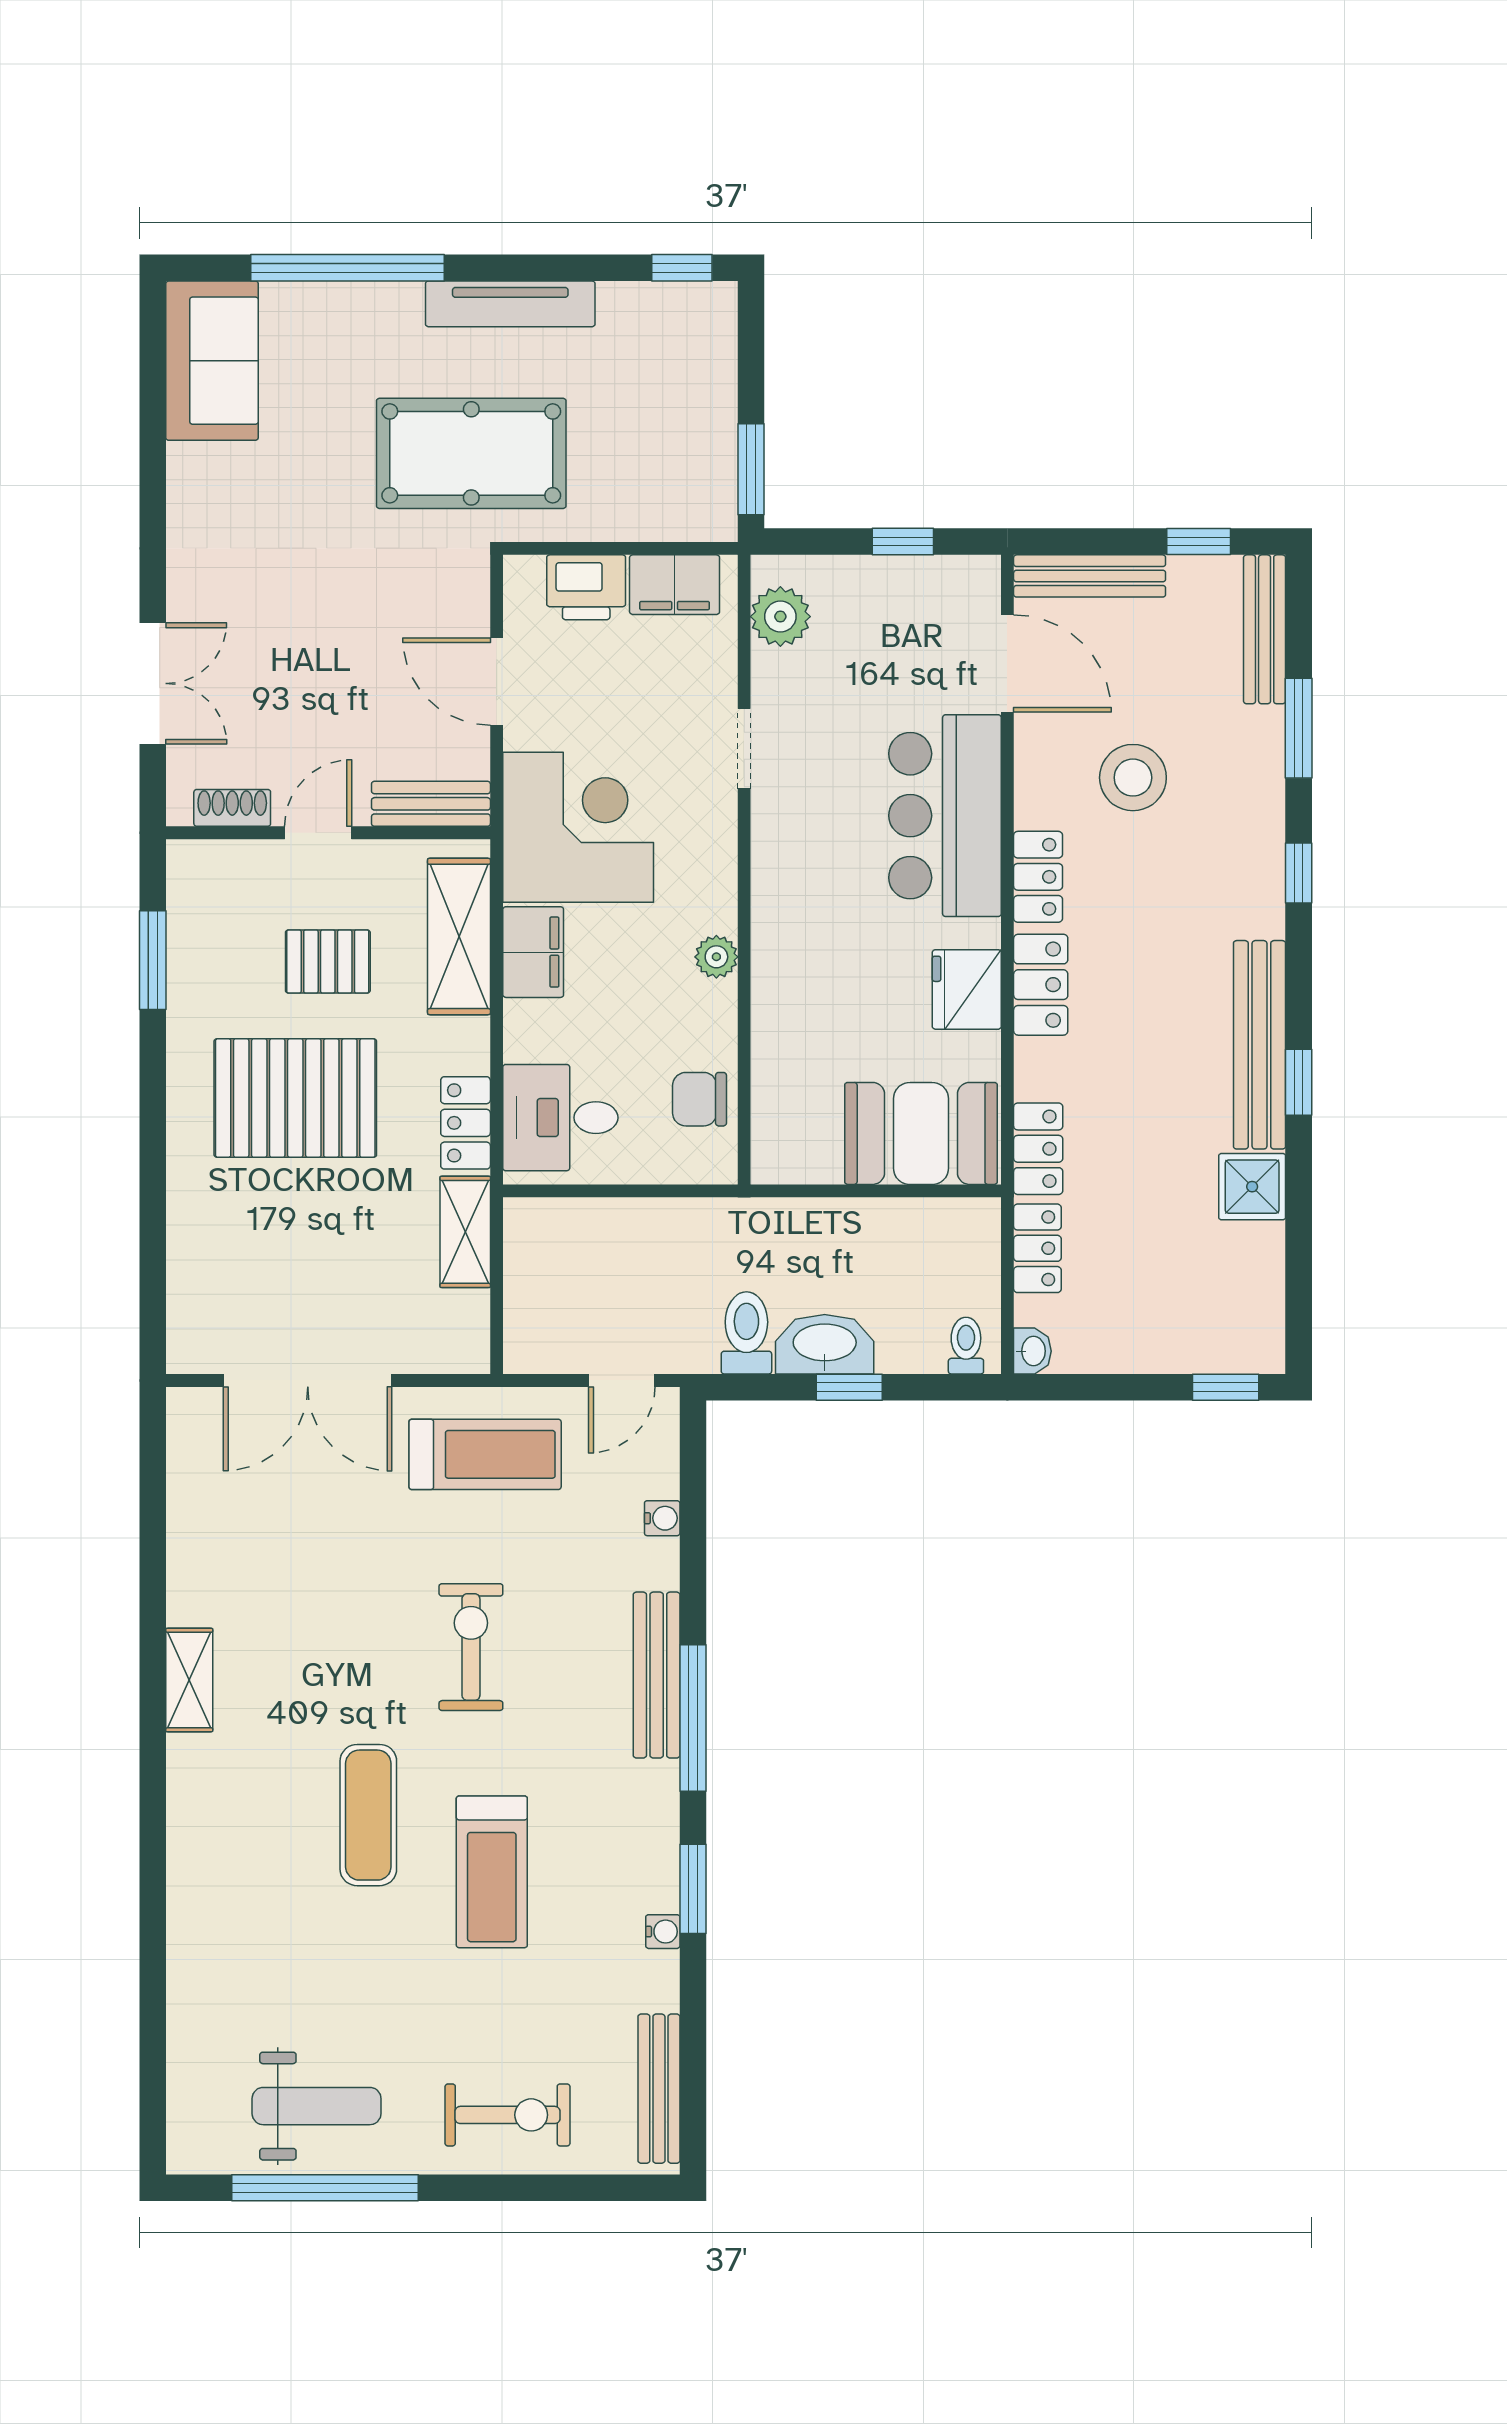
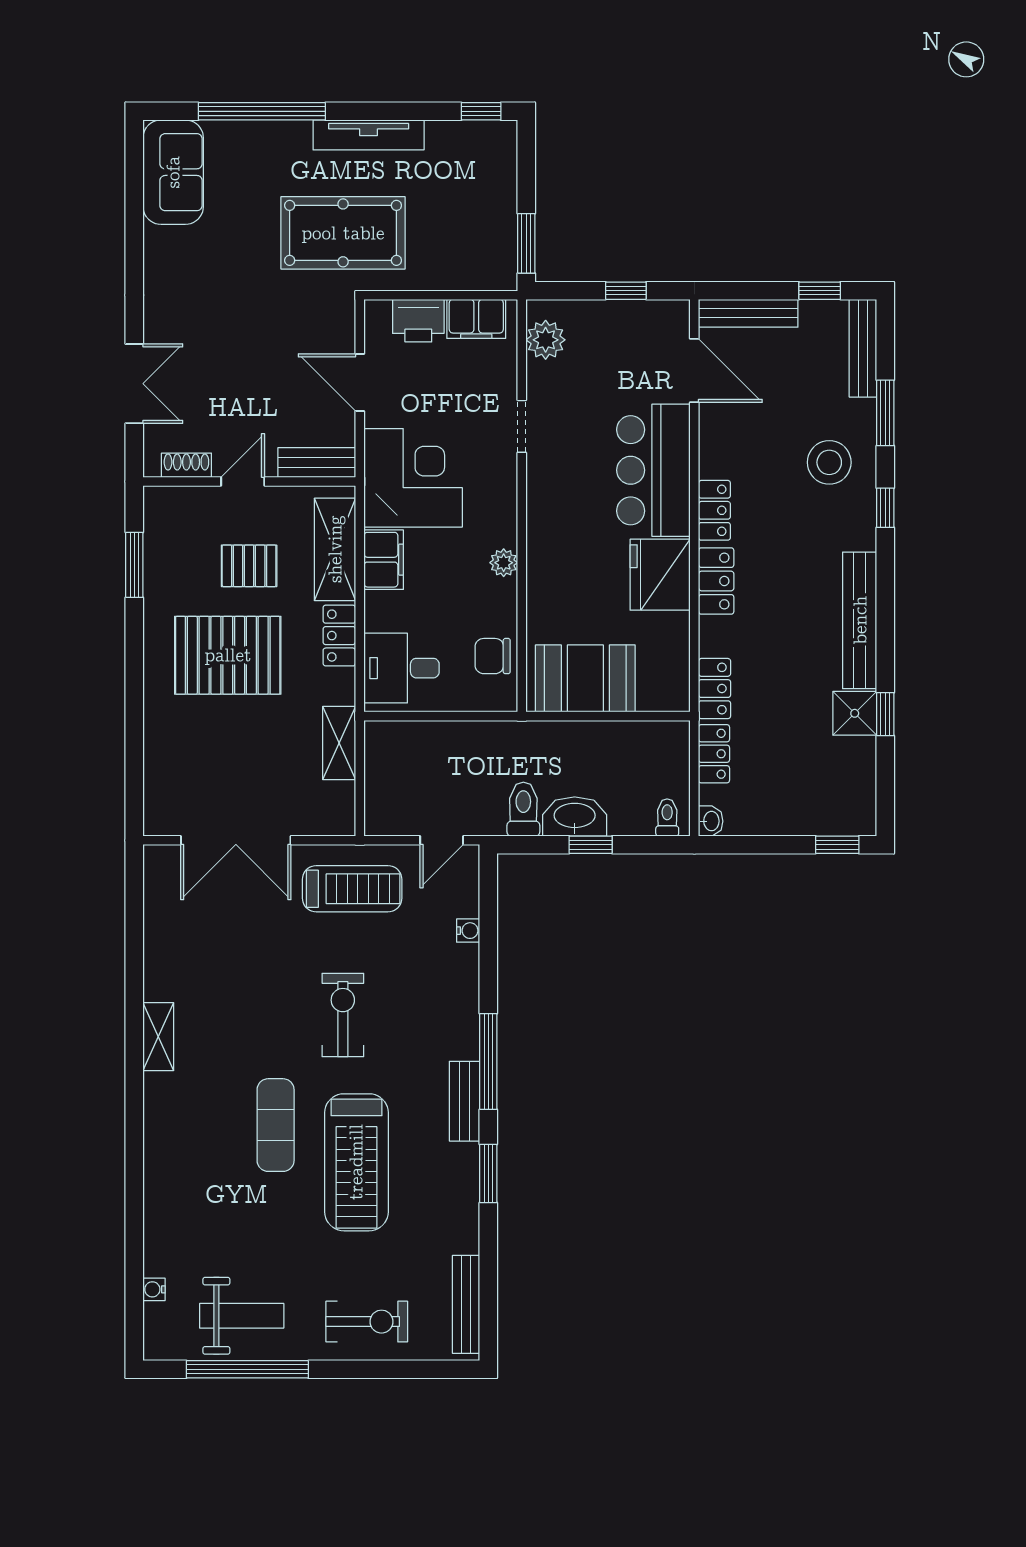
stool: (1133, 778) -> (829, 462), moved
fridge: (967, 989) -> (660, 575), width x1.36, depth x1.34
window: (1299, 1082) -> (885, 714), moved
locker: (466, 1123) -> (339, 636), moved
booth: (921, 1133) -> (585, 678), moved
bench: (657, 1675) -> (464, 1101), moved, width x0.73
treadmill: (492, 1872) -> (356, 1162), width x1.37, depth x1.38
water cooler: (663, 1932) -> (154, 1289), moved, turned 180

